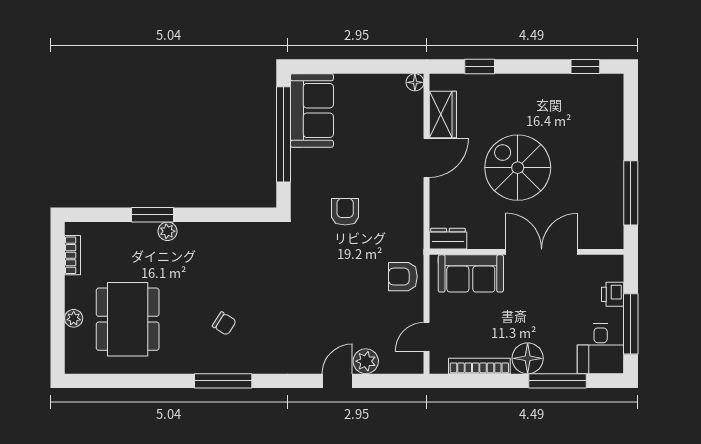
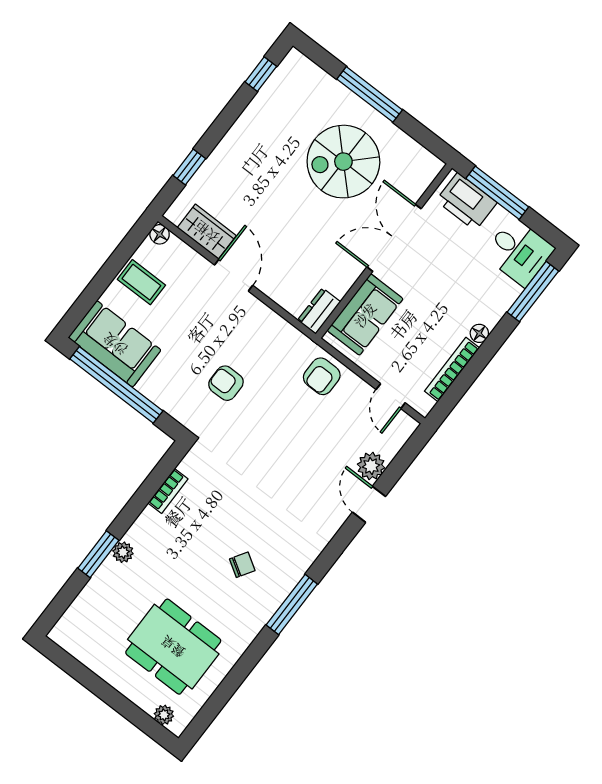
coffee table: (371, 96) -> (141, 282), added
spiral stairs: (518, 168) -> (343, 162), moved
window: (631, 193) -> (370, 94), moved
bookcase: (73, 255) -> (168, 491), moved, turned 90
printer: (613, 294) -> (466, 202), width x1.87, depth x1.48
plant: (74, 318) -> (164, 715), moved
window: (631, 324) -> (497, 193), moved
floor lamp: (528, 358) -> (479, 333), width x0.53, depth x0.53
window: (557, 381) -> (533, 292), moved

